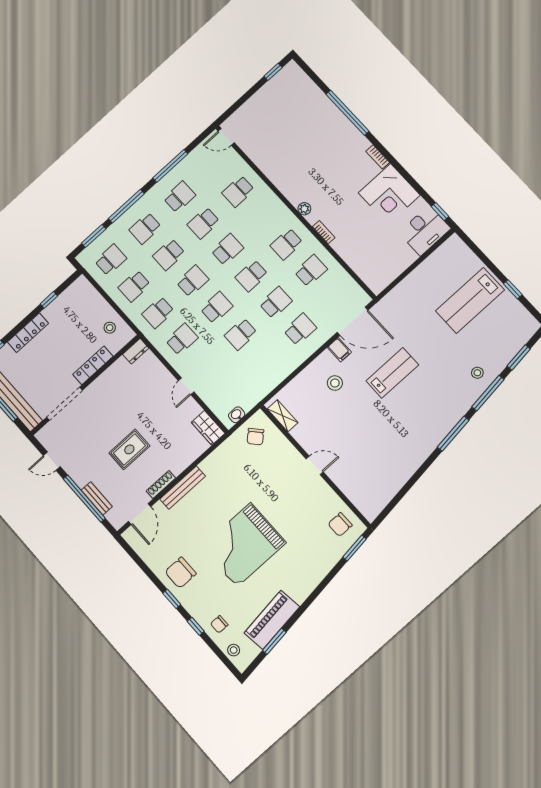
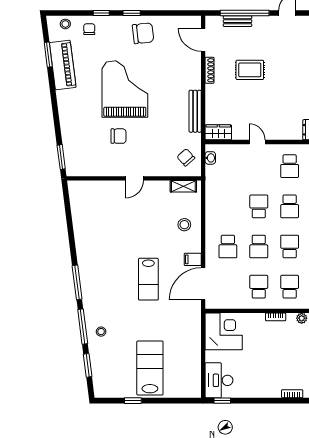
corner desk: (389, 194) -> (224, 331), moved, turned 90
school desk: (311, 271) -> (259, 287), turned 180
stool: (335, 383) -> (184, 225), moved
rug: (129, 449) -> (250, 70), turned 90
bench: (183, 488) -> (195, 111), moved
chair: (340, 525) -> (118, 136), moved, turned 90
chair: (181, 573) -> (143, 33), turned 84

